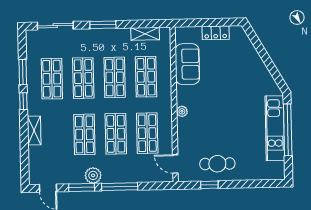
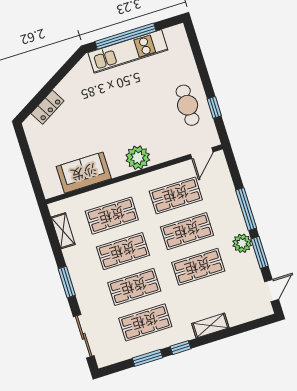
locker: (216, 33) -> (47, 107), moved, turned 60
plant: (182, 111) -> (138, 158), width x1.87, depth x1.87

